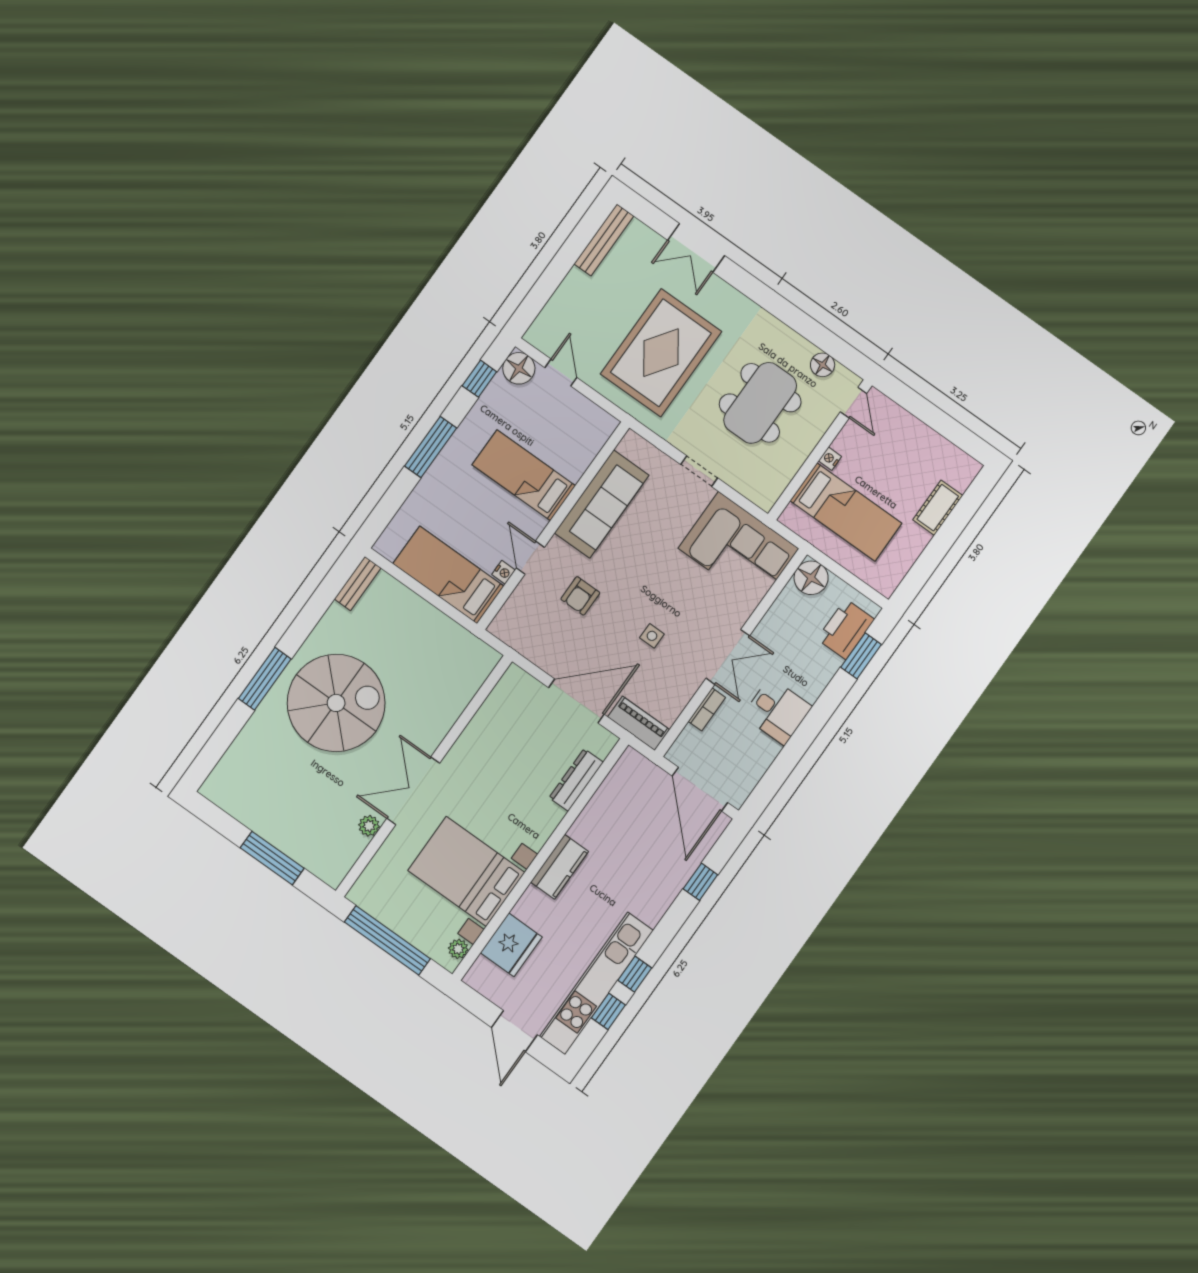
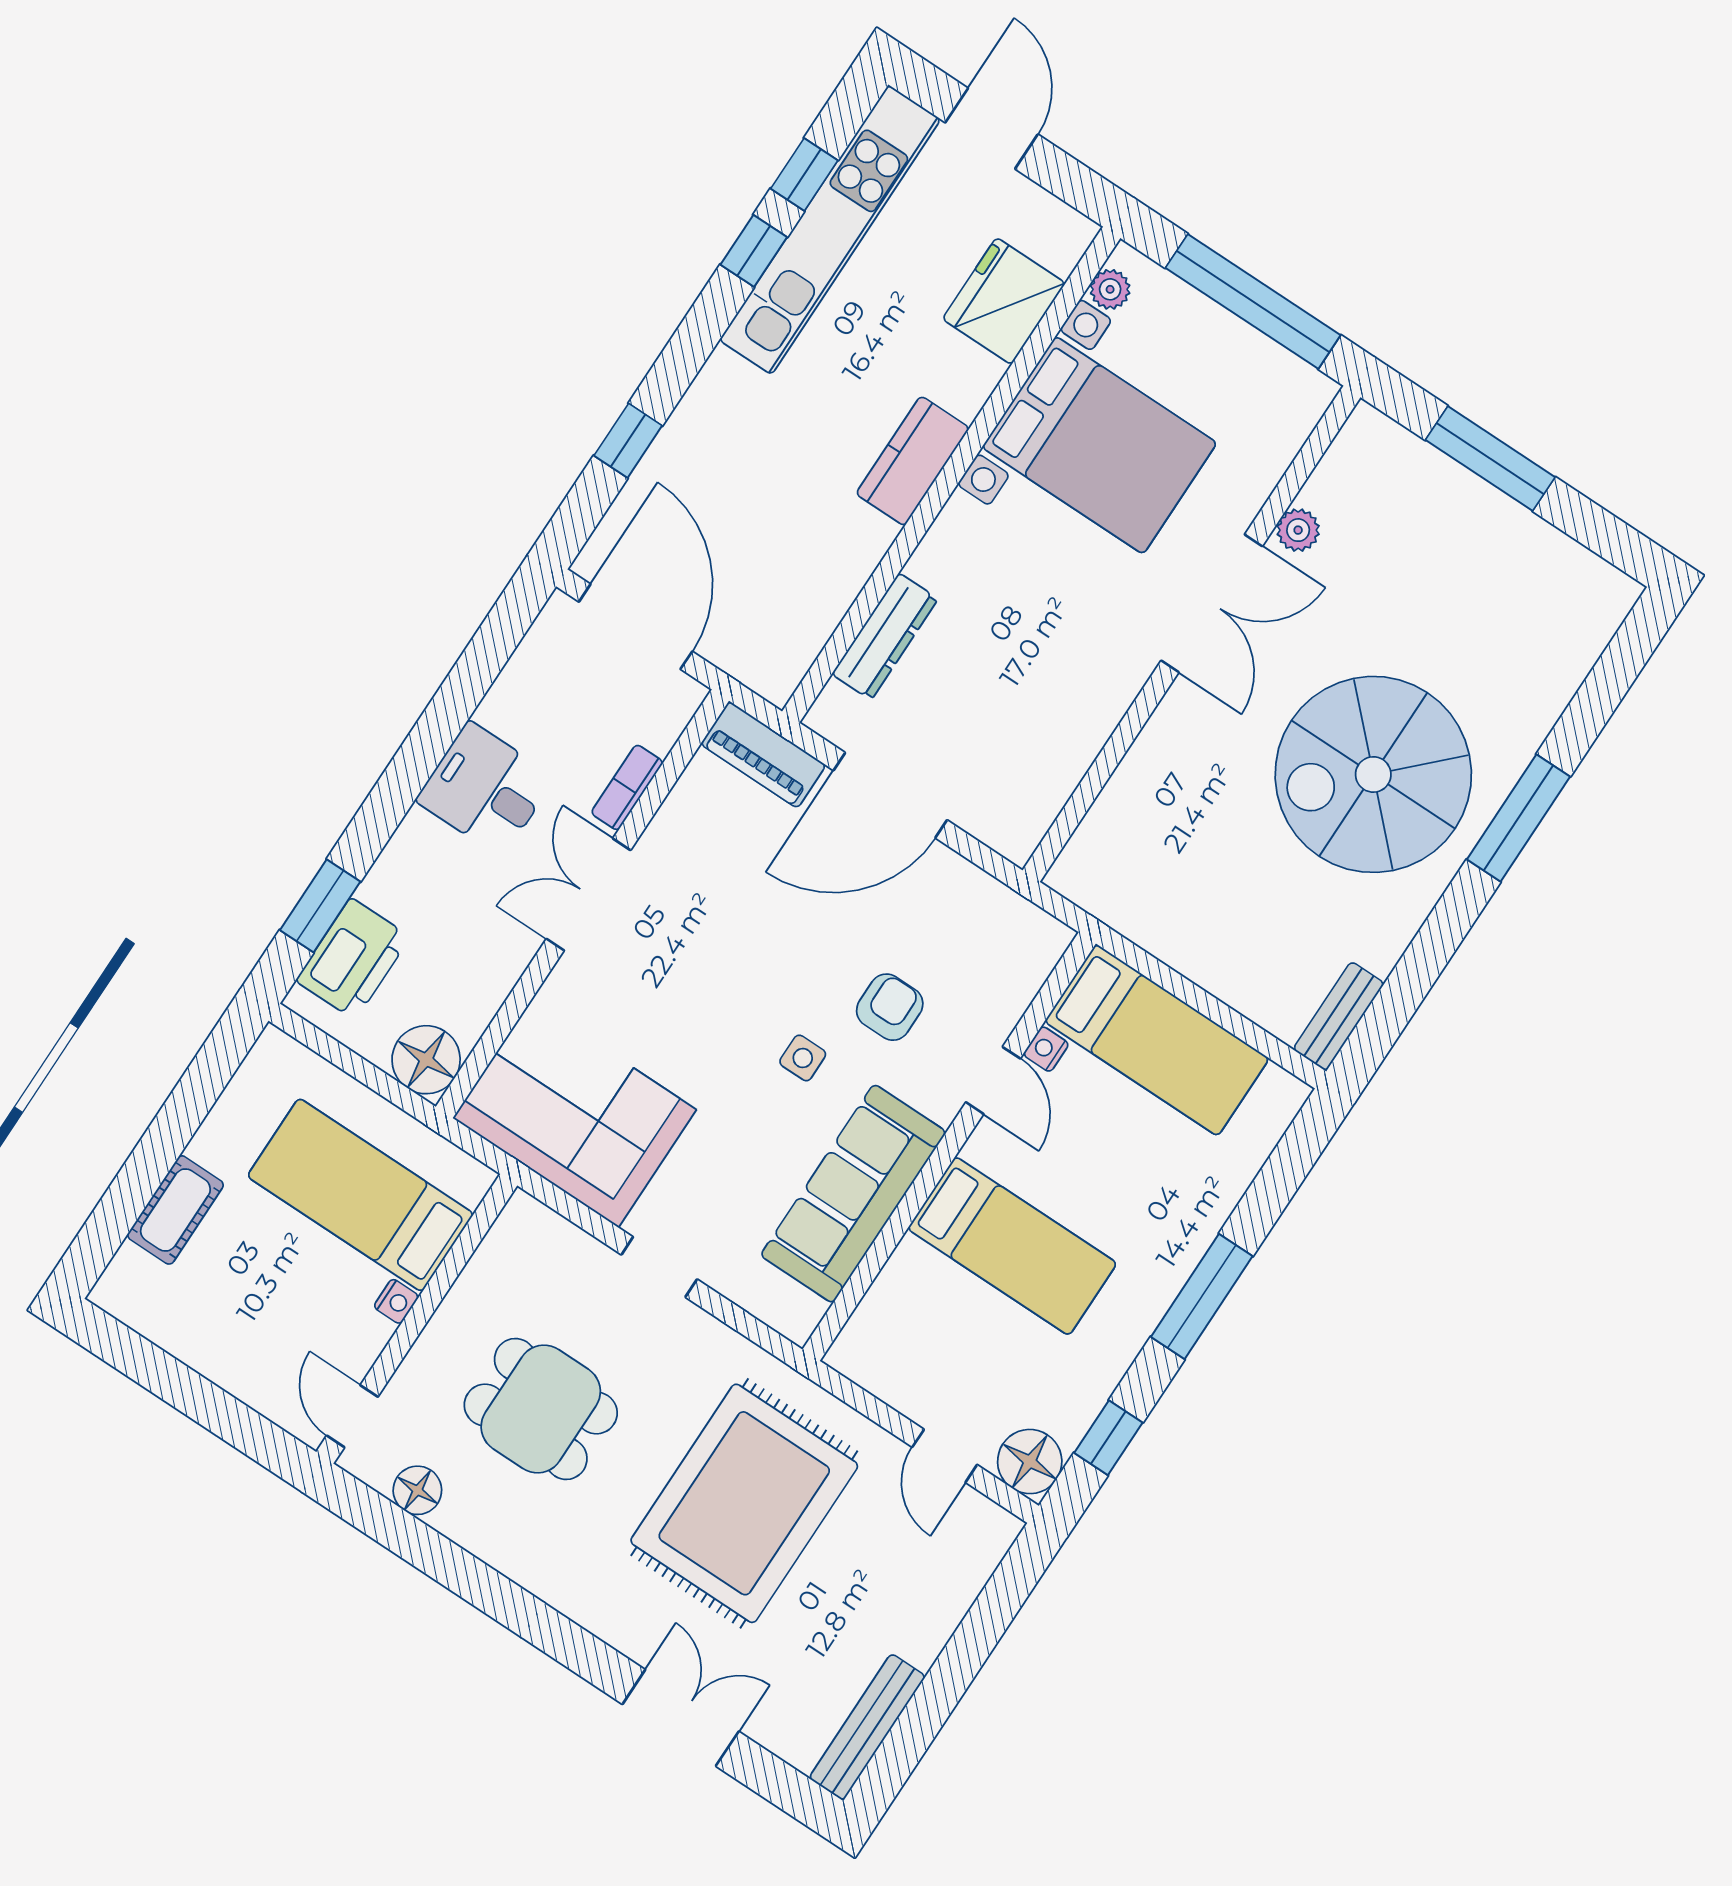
dining table: (760, 403) -> (541, 1409), width x0.73
side table: (652, 636) -> (803, 1058), moved

